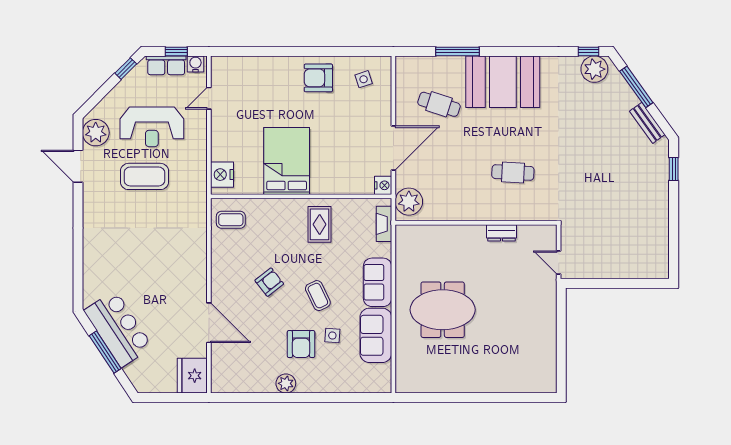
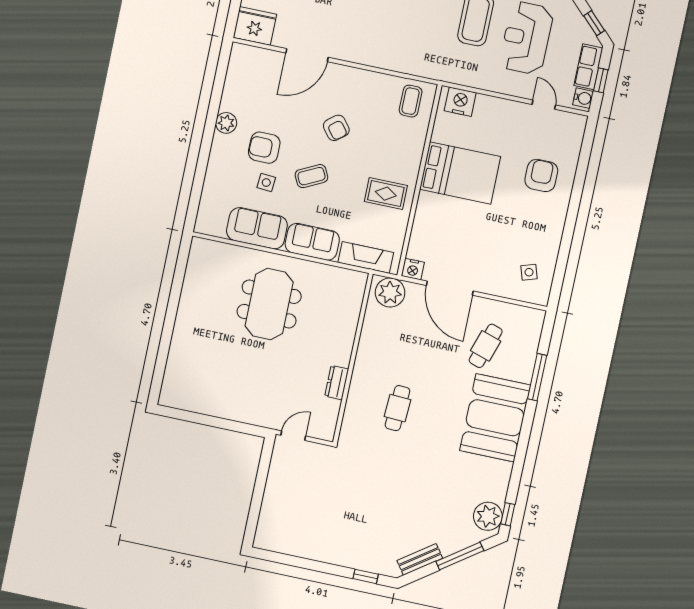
armchair: (318, 78) -> (541, 175), moved
fireplace: (384, 224) -> (366, 257), width x1.37, depth x1.32

